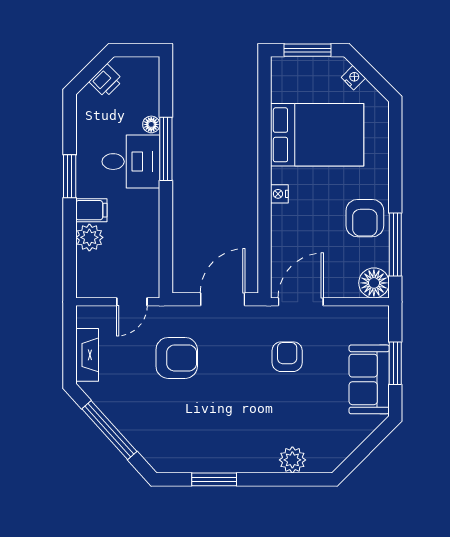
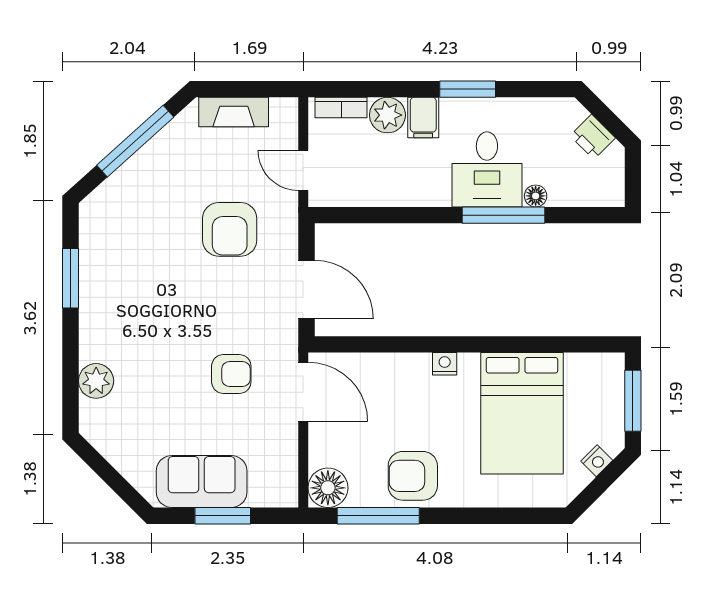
bookcase: (84, 273) -> (341, 108), added

